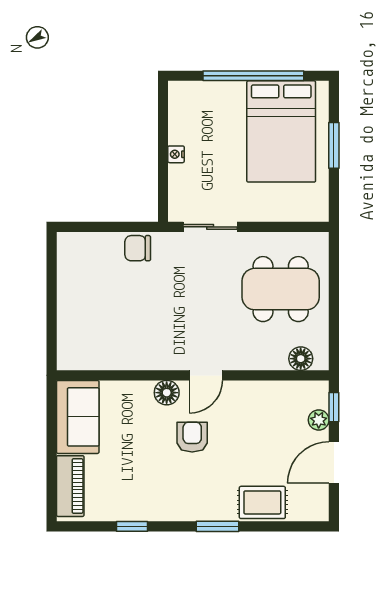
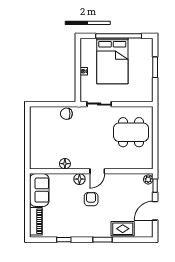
bed: (281, 131) -> (112, 61), moved
floor lamp: (301, 359) -> (65, 164), moved
plant: (319, 420) -> (148, 179), moved

